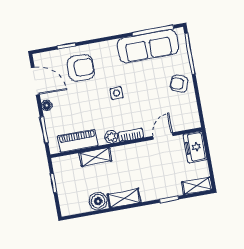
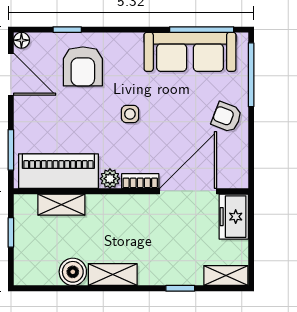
armchair: (81, 68) -> (83, 66), turned 90
floor lamp: (47, 105) -> (21, 40), moved
door: (163, 136) -> (188, 191), width x1.87
piano: (78, 141) -> (58, 171), width x1.37, depth x1.33
shelving: (96, 157) -> (61, 205), moved

